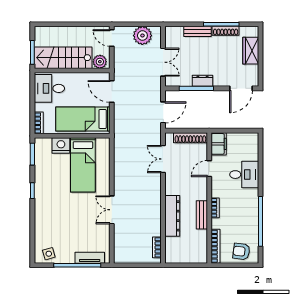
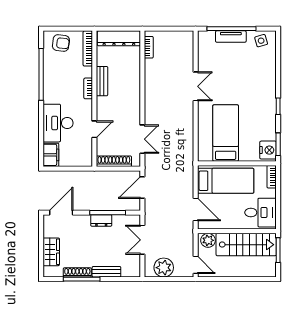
filing cabinet: (219, 144) -> (51, 155), moved, turned 180
nightstand: (61, 146) -> (268, 150), moved, turned -90
desk: (244, 175) -> (58, 123), width x1.37
dresser: (172, 216) -> (119, 38), moved, turned -90
tv unit: (90, 258) -> (231, 37), moved

